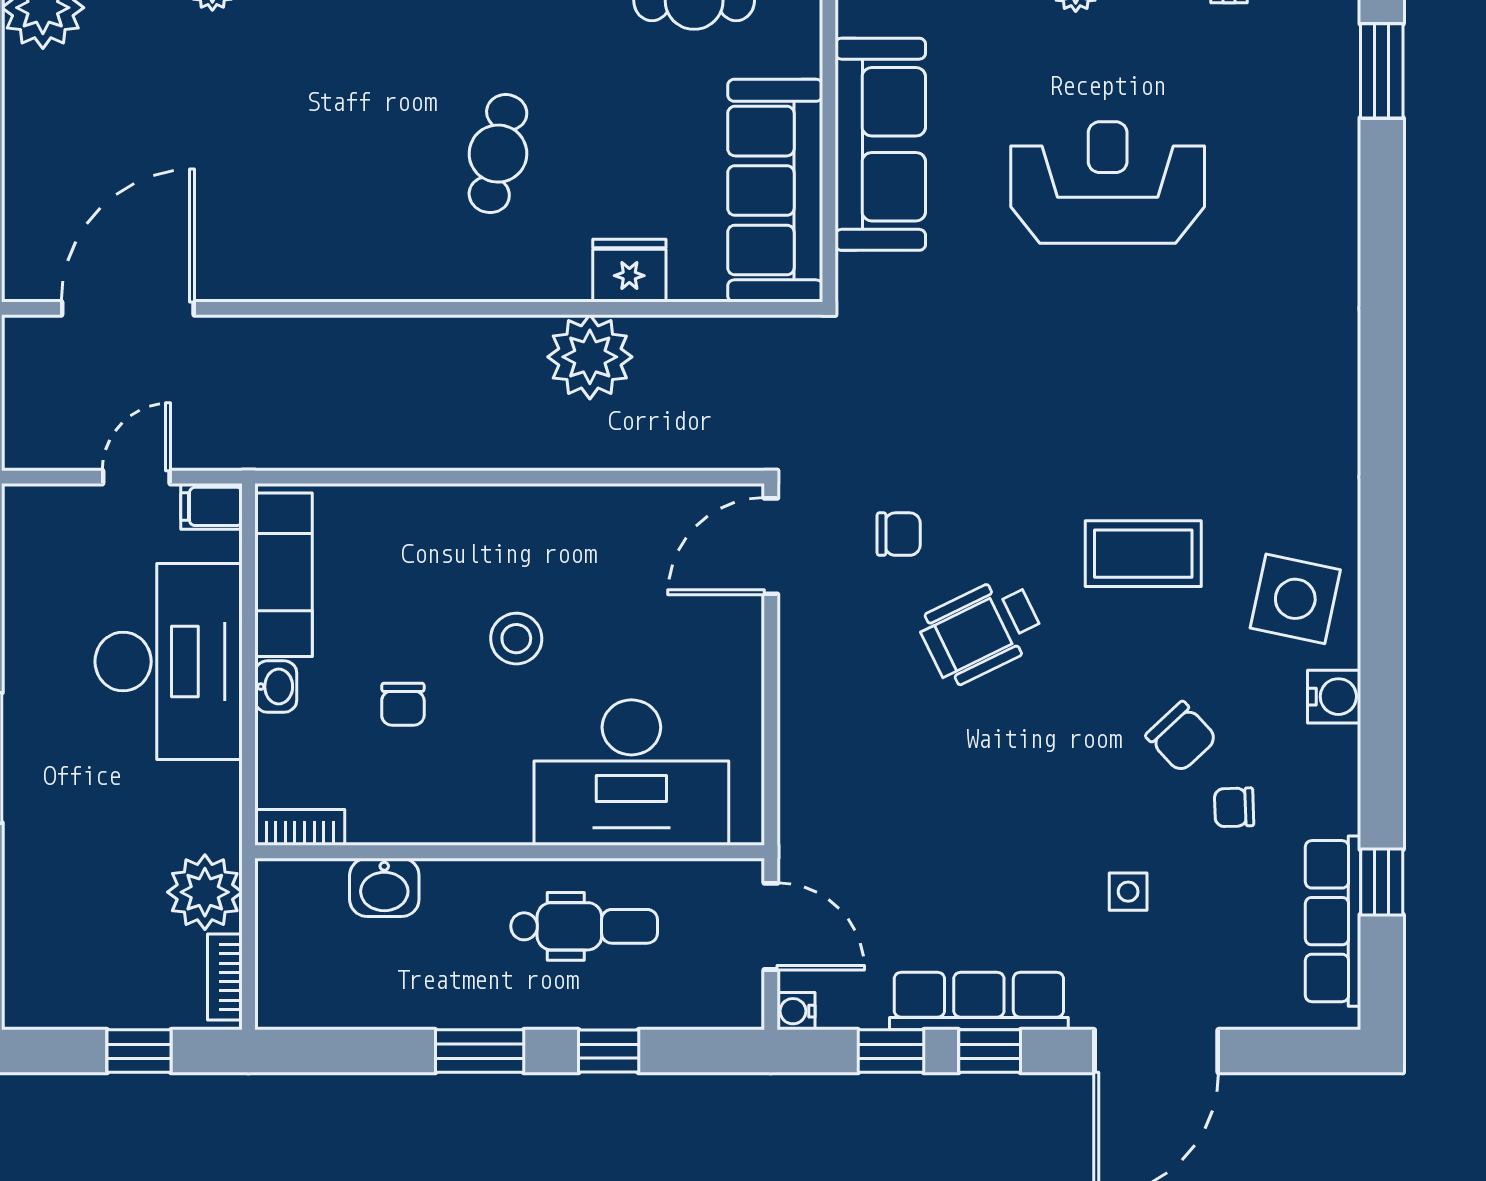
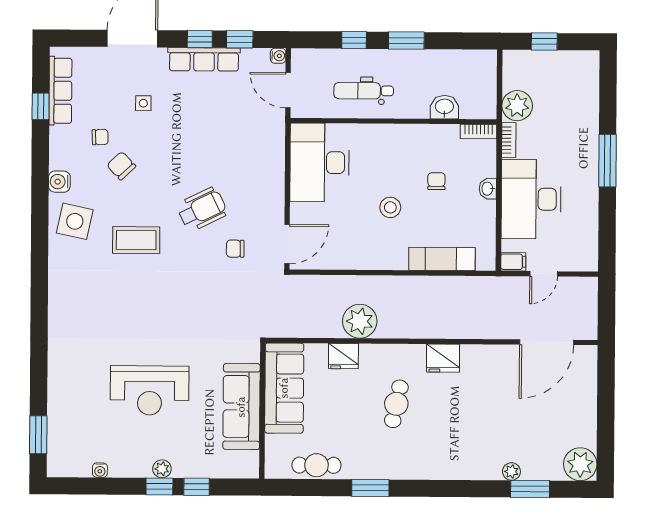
fridge: (383, 267) -> (443, 358), added
exam couch: (284, 575) -> (442, 259), moved, turned 90
desk: (631, 773) -> (320, 163), moved, turned -90
bookcase: (225, 977) -> (509, 140), moved

